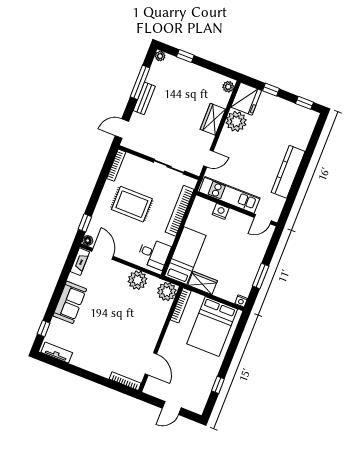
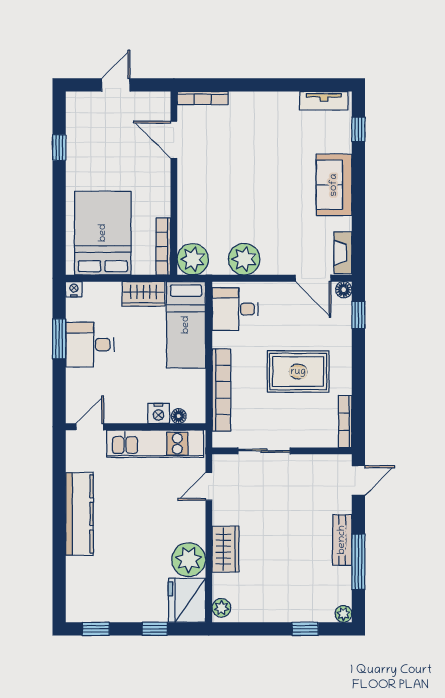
floor lamp: (210, 205) -> (179, 416), added
desk: (244, 266) -> (90, 345), added

